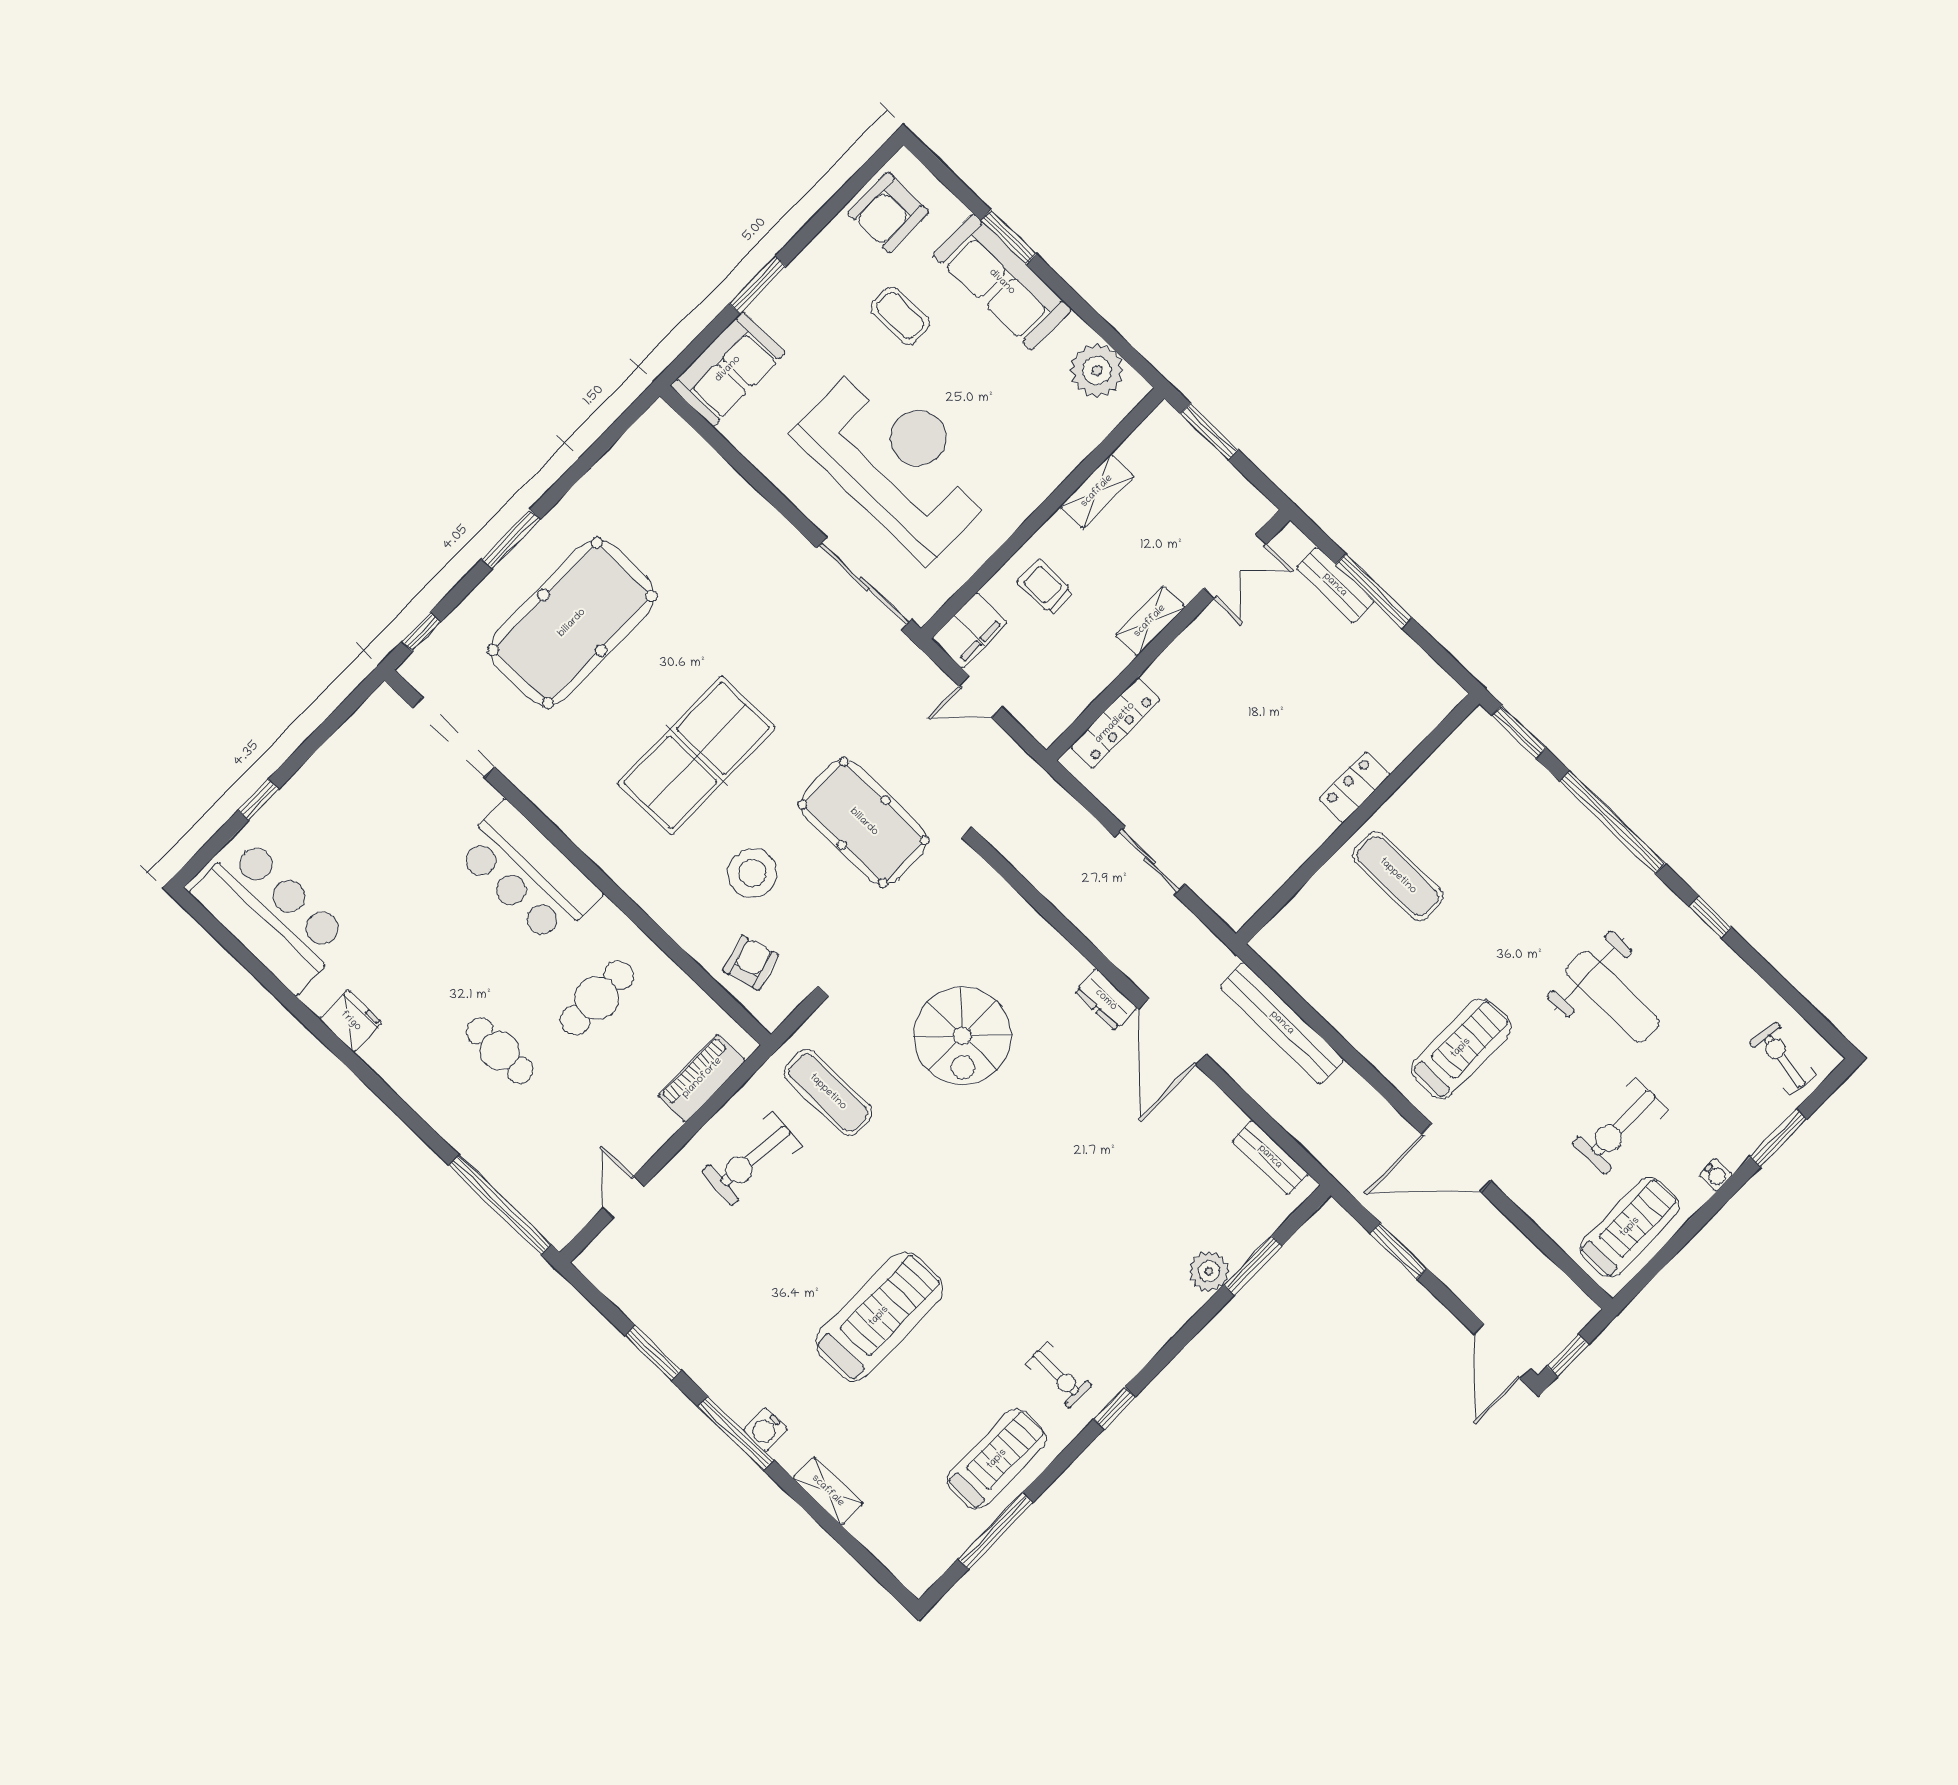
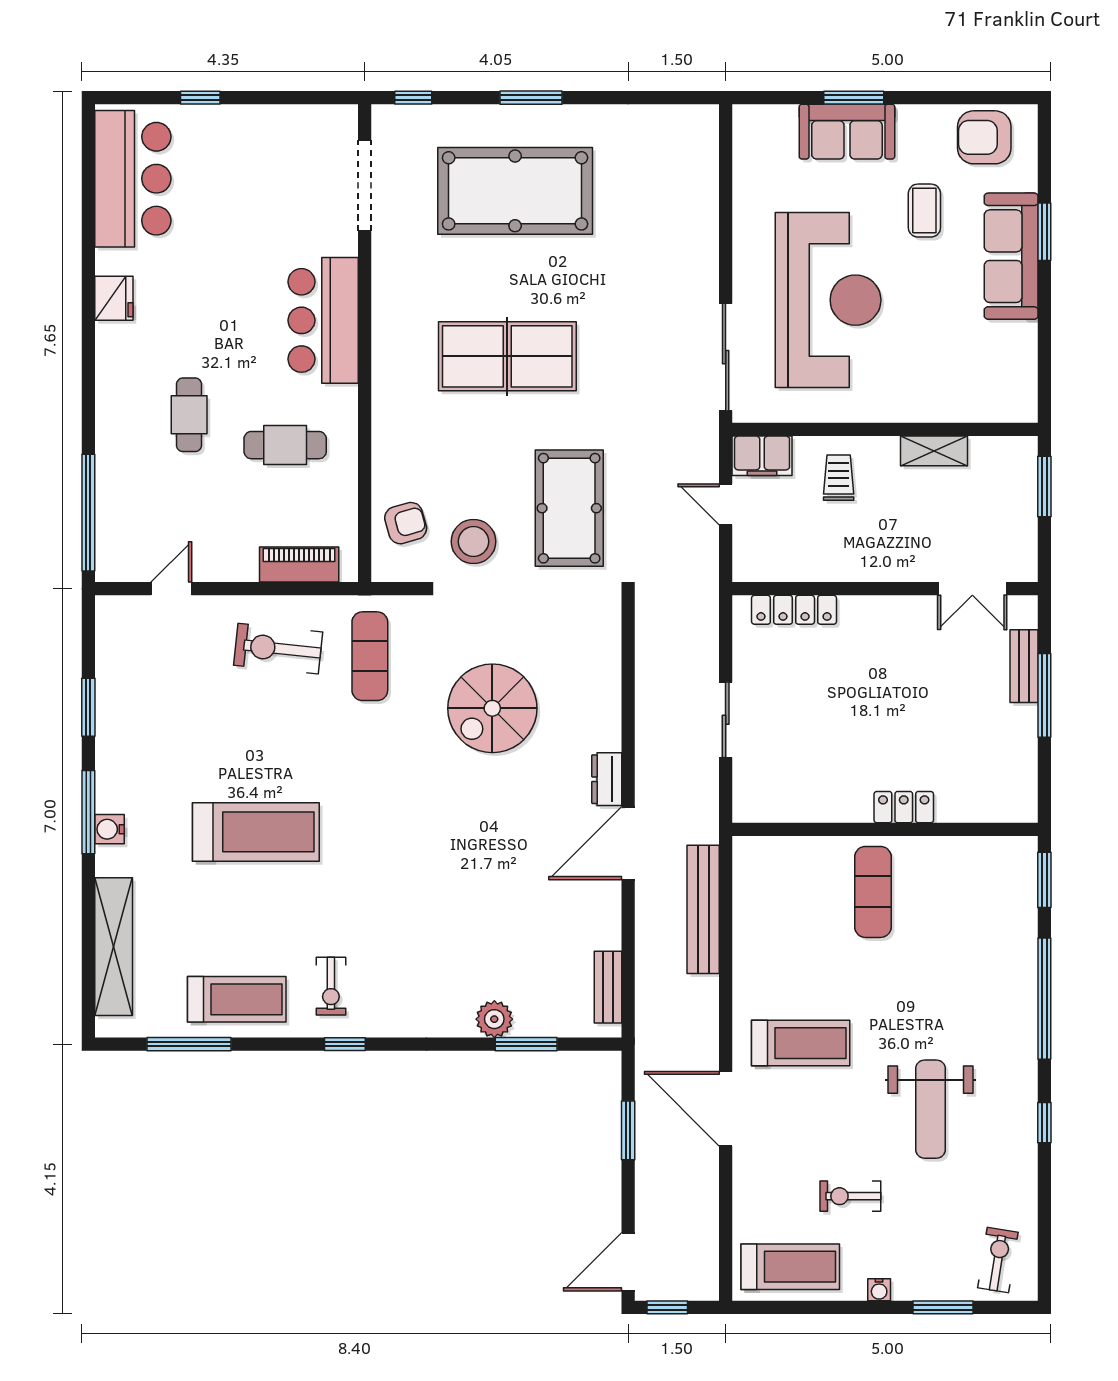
sofa: (728, 369) -> (847, 132), moved
plant: (1097, 370) -> (1013, 374), removed
shelving: (1150, 621) -> (883, 568), removed
stool: (752, 873) -> (474, 542), moved
exercise bike: (1620, 1126) -> (850, 1196), width x0.73, depth x0.72
shelving: (828, 1491) -> (114, 947), width x2.20, depth x1.33

